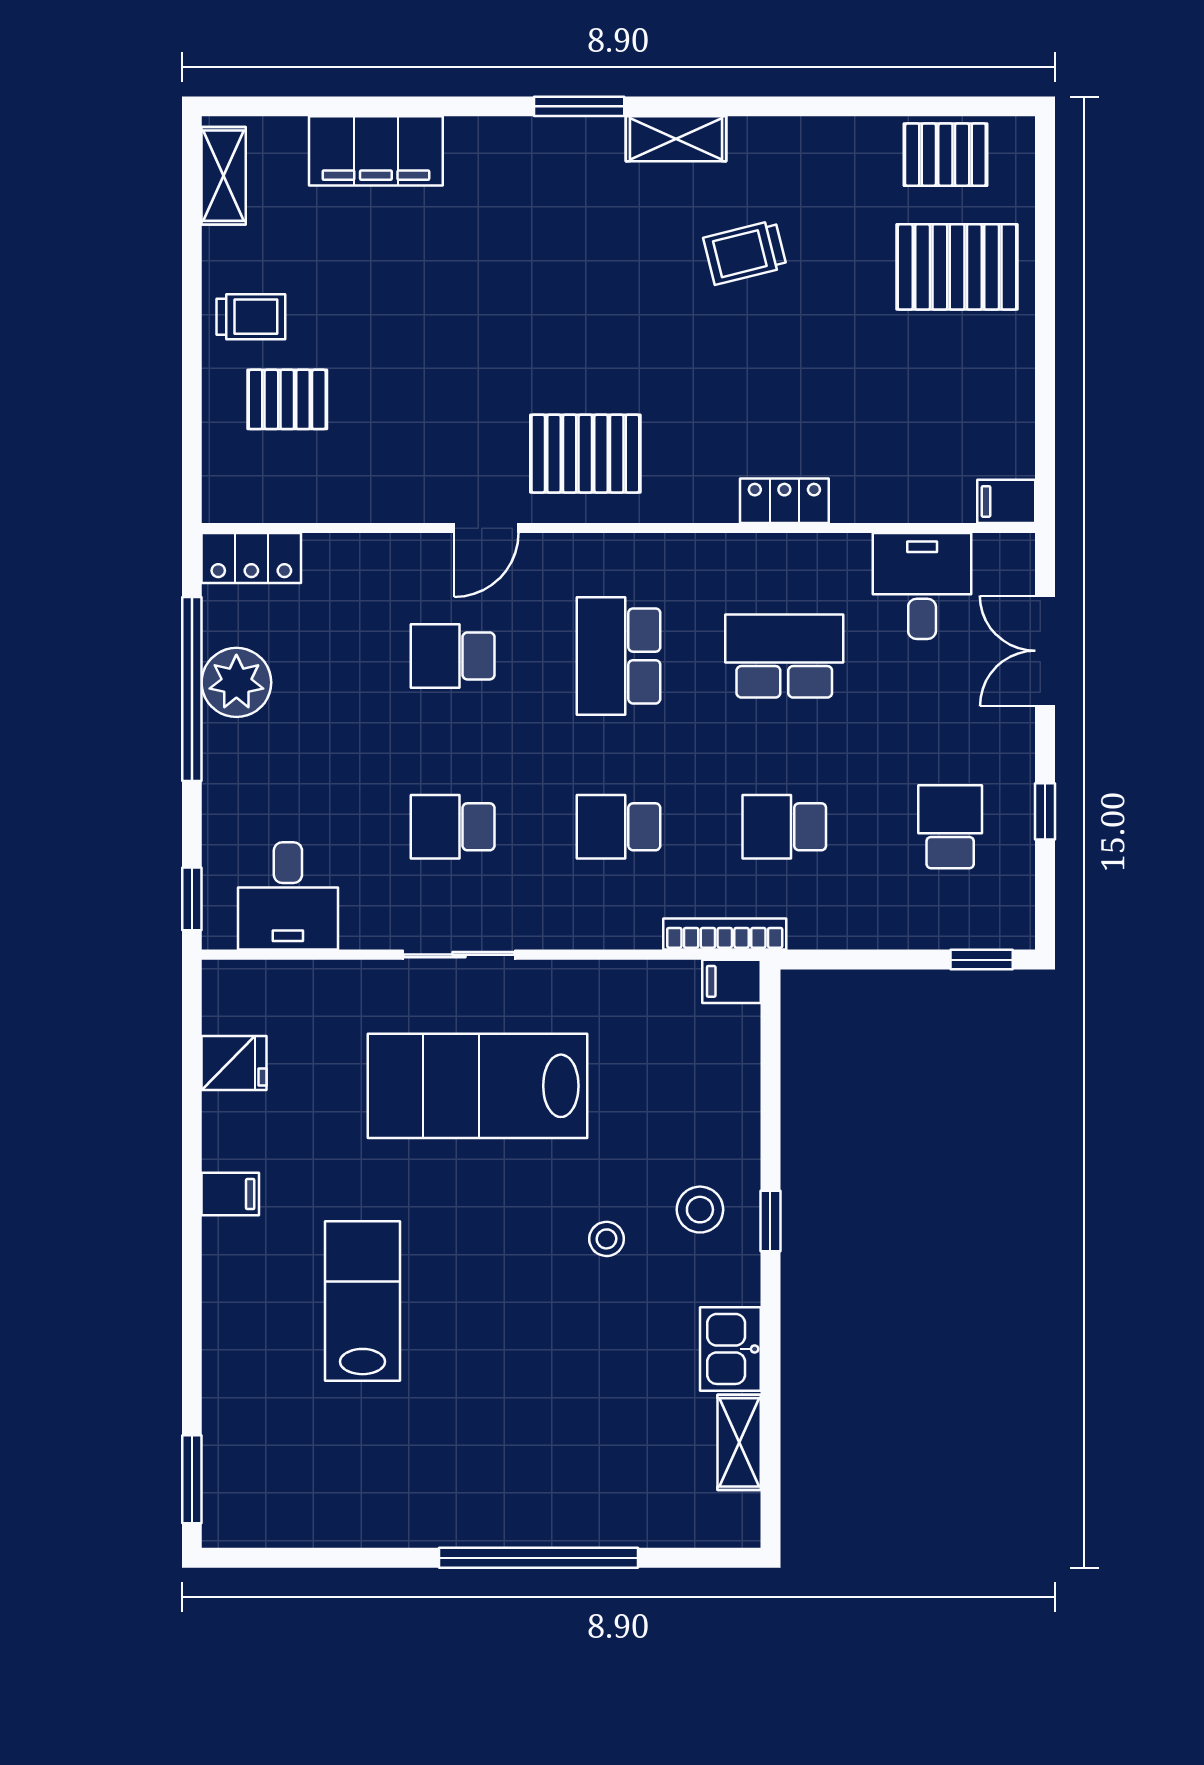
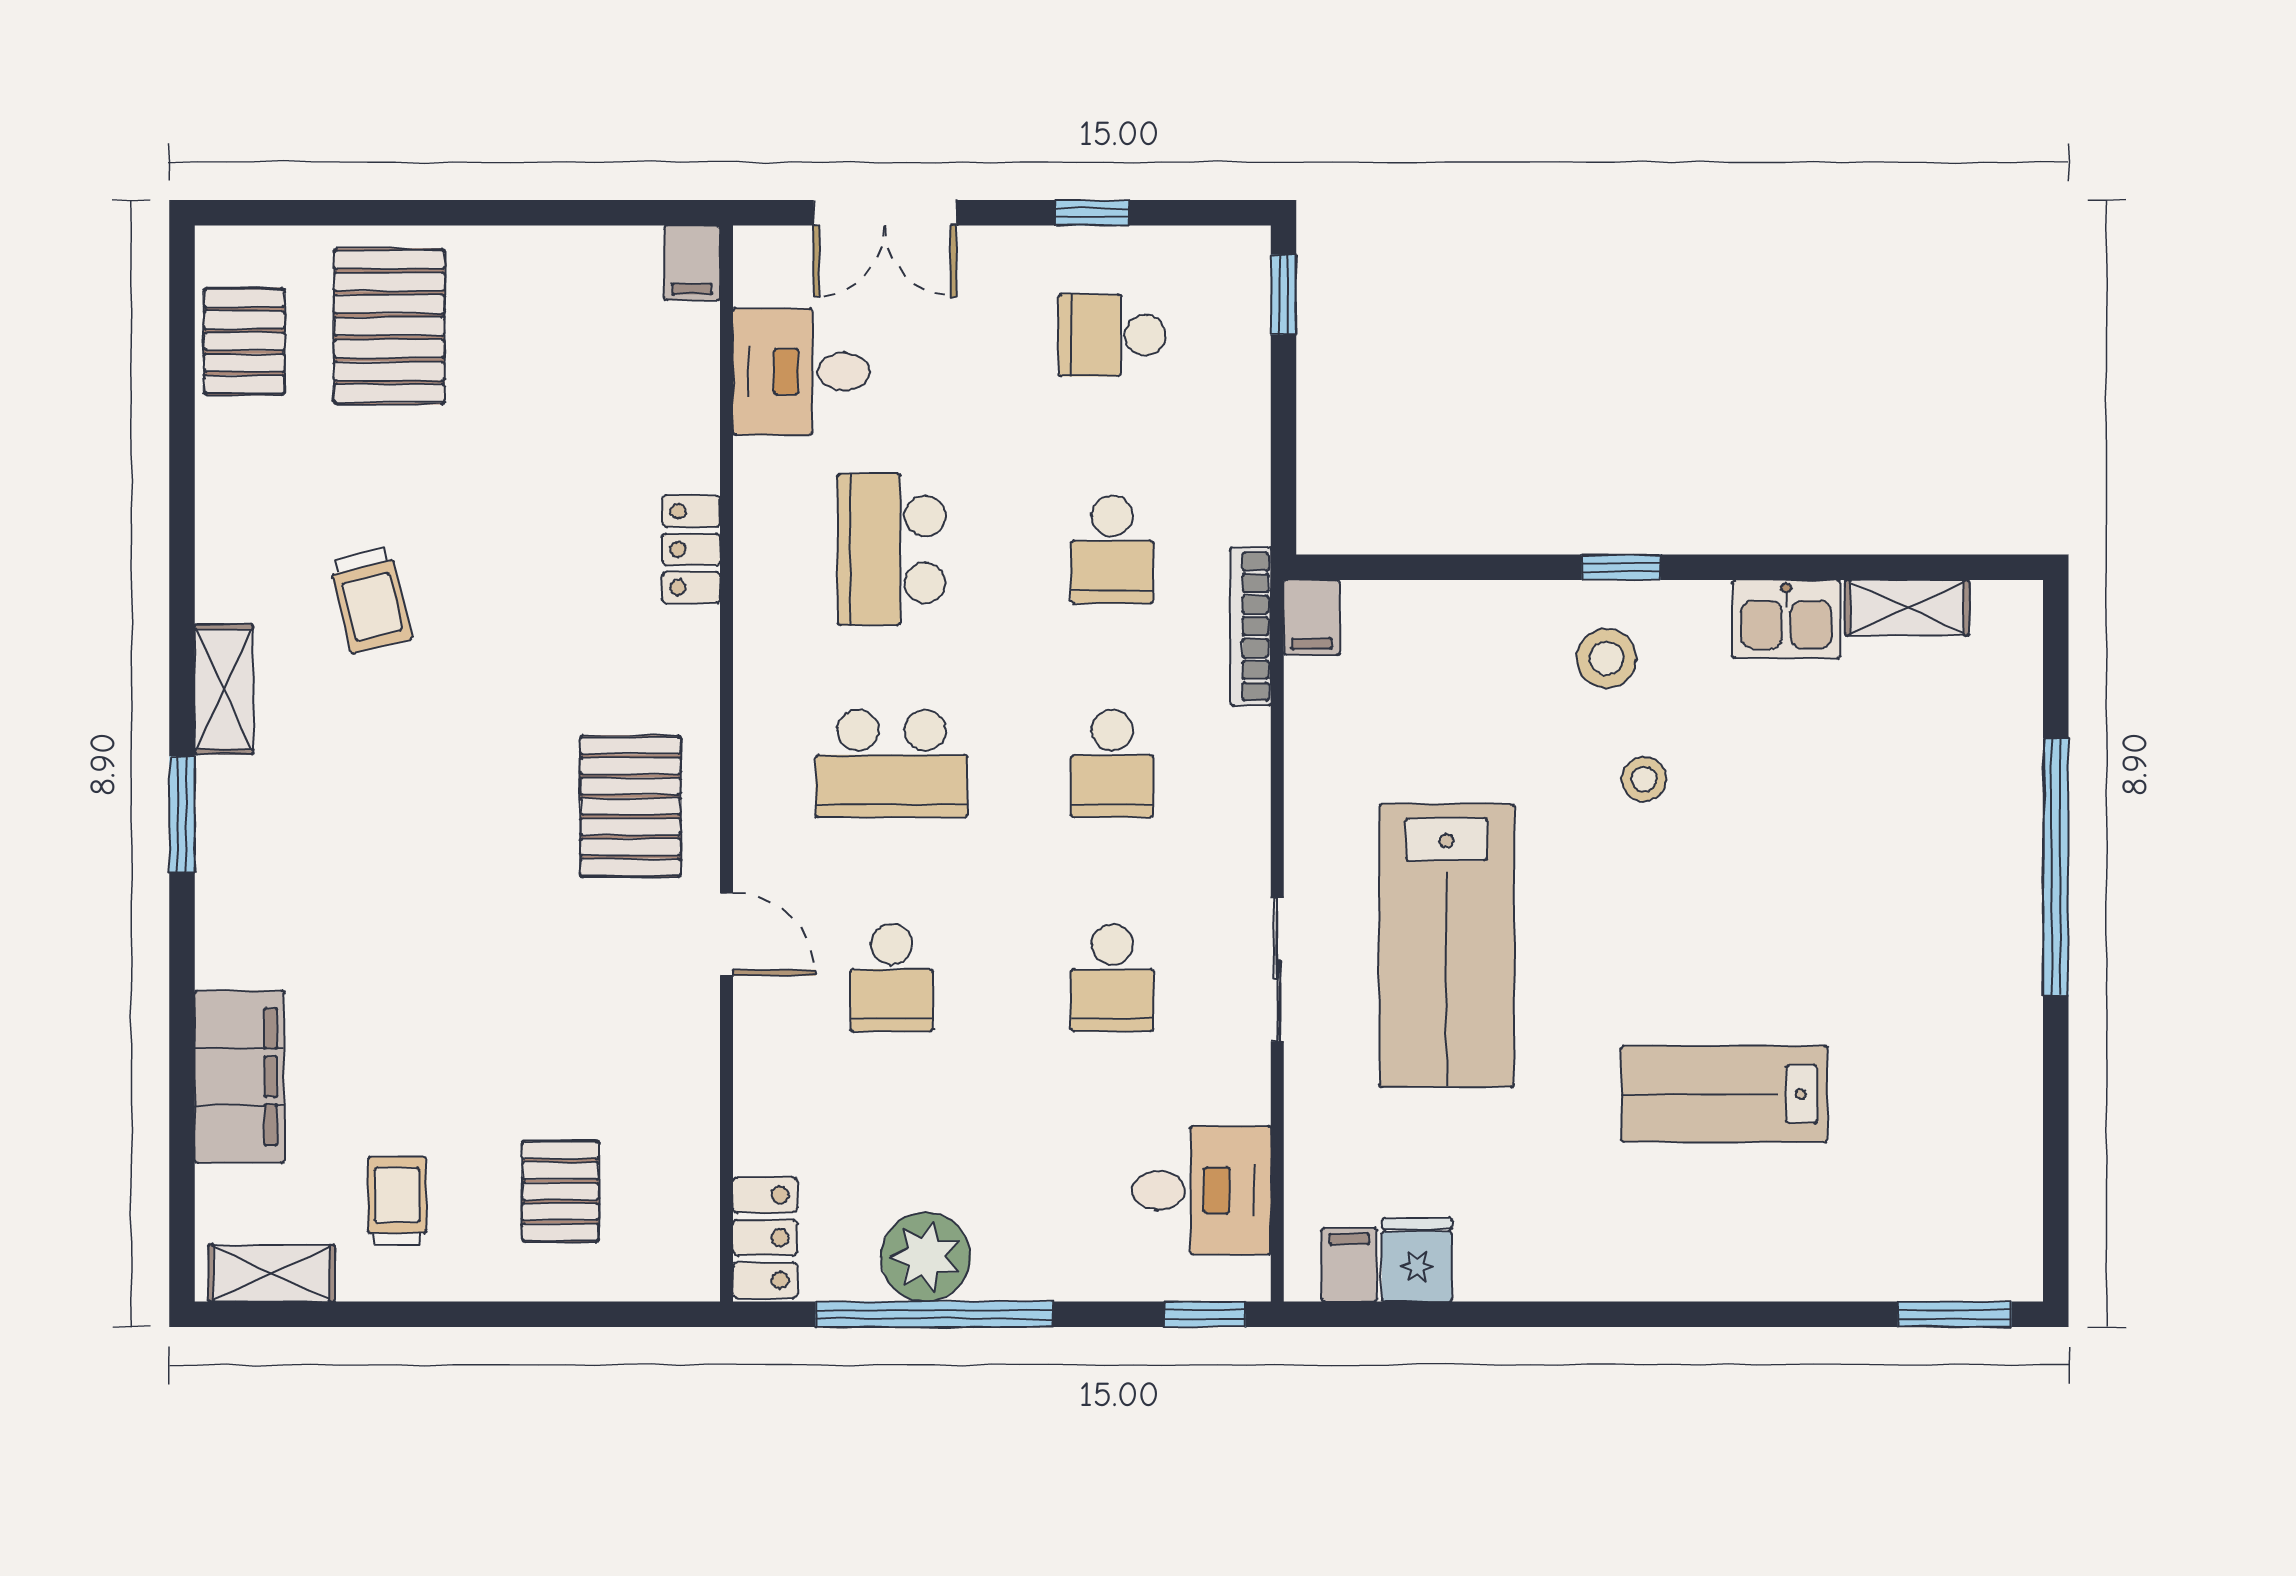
trolley: (251, 317) -> (397, 1201), moved
filing cabinet: (230, 1194) -> (1349, 1265), moved

